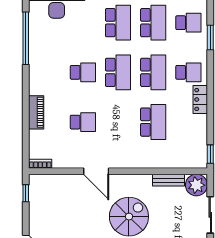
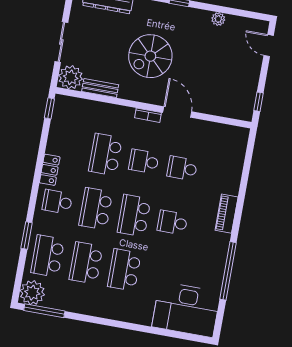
school desk: (188, 23) -> (48, 256), width x1.85
piano: (36, 112) -> (227, 214), moved
school desk: (118, 122) -> (144, 161), added
bookcase: (40, 164) -> (148, 115), moved

